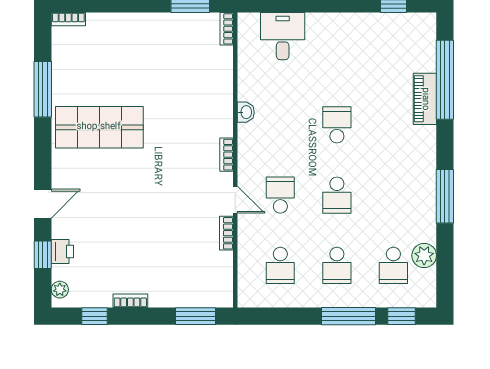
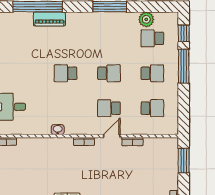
school desk: (393, 265) -> (152, 38), turned 180

